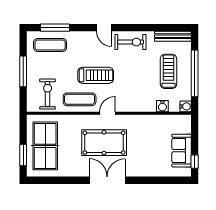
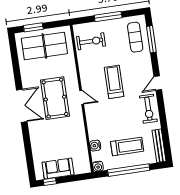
treadmill: (96, 75) -> (114, 82), turned 180
exercise mat: (80, 99) -> (91, 71), removed

